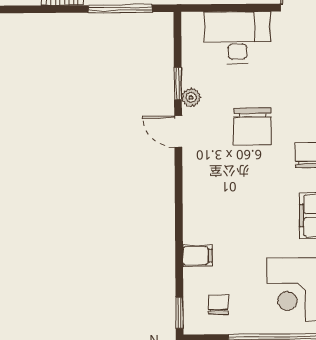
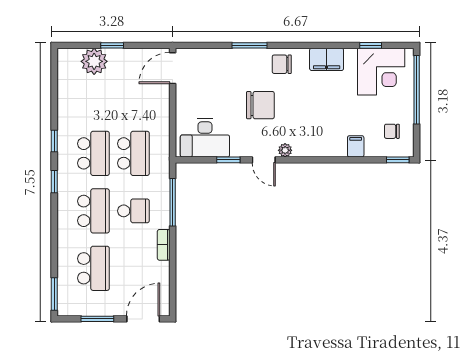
desk: (237, 38) -> (205, 138), moved, turned -90
plant: (191, 97) -> (285, 150), moved
door: (178, 131) -> (264, 160), hinge flipped

